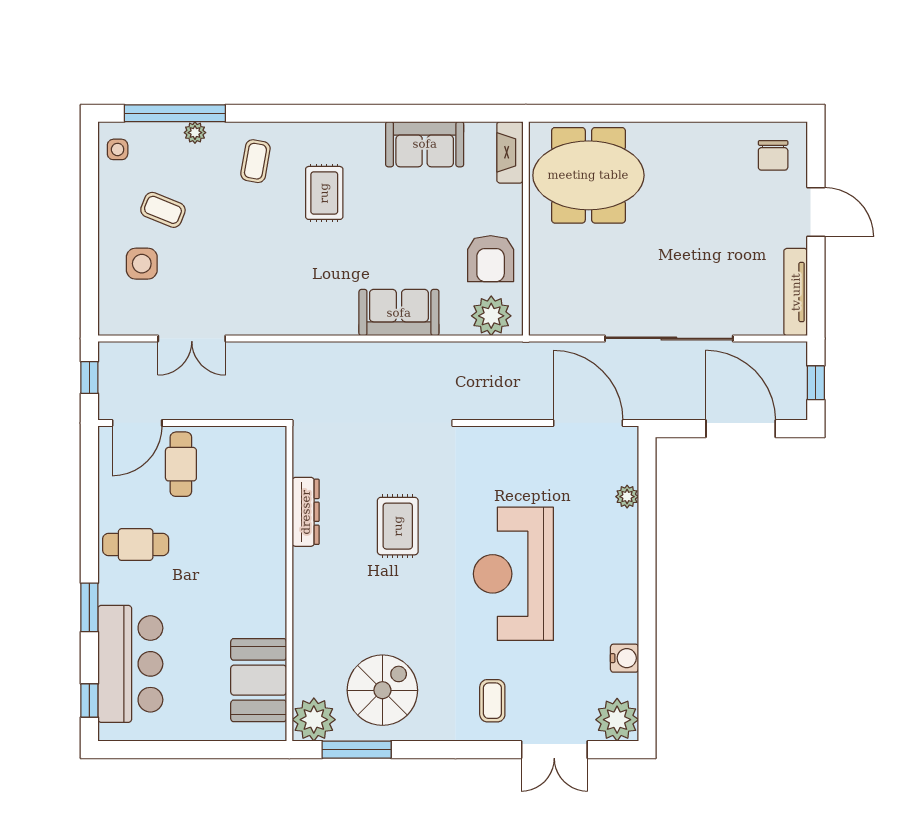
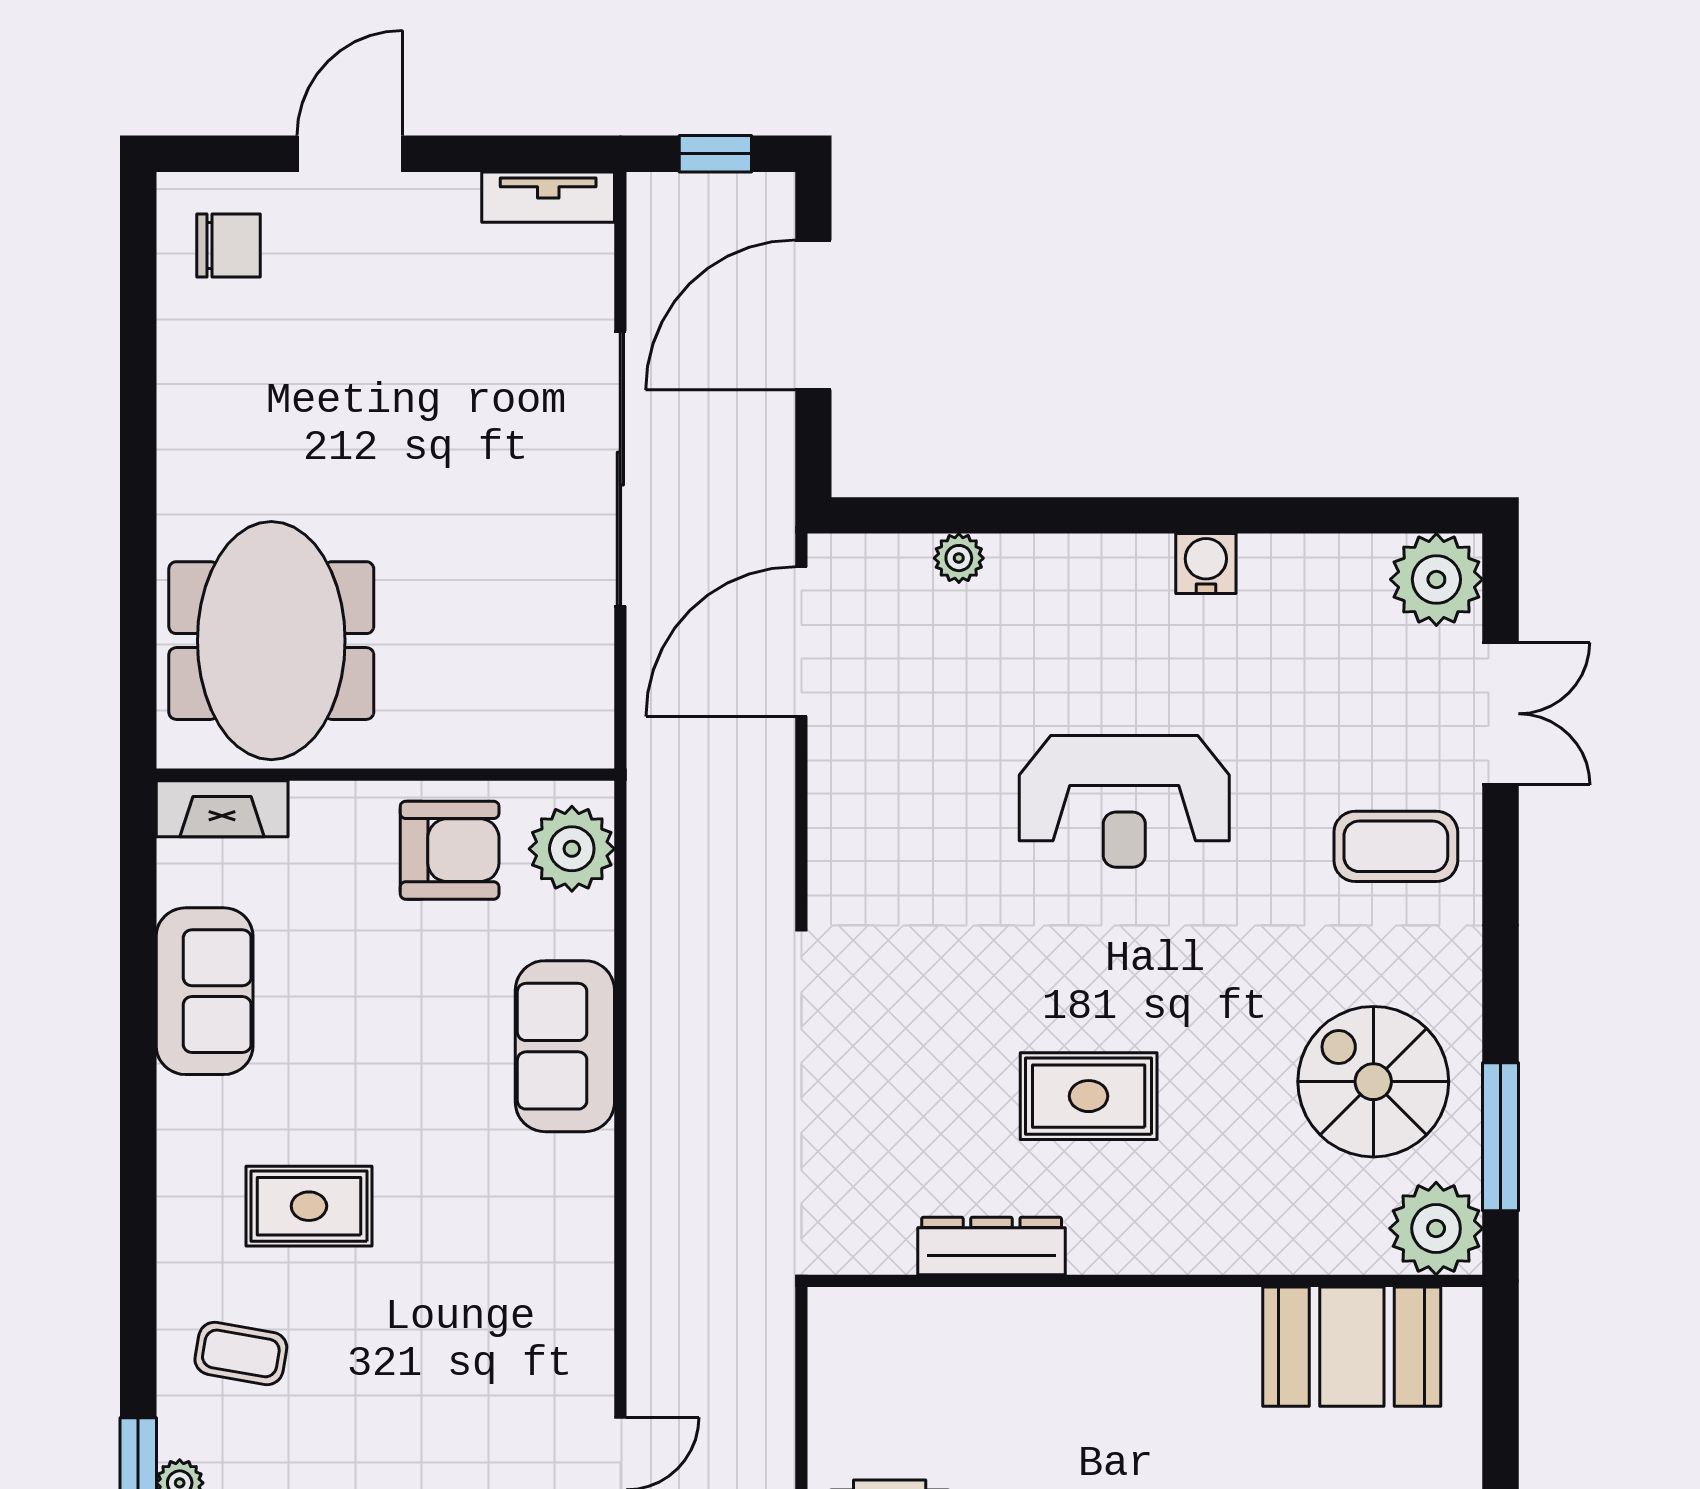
tv unit: (796, 292) -> (548, 197), width x0.71
rug: (398, 526) -> (1089, 1096), moved
reception desk: (513, 574) -> (1124, 801), width x0.74, depth x0.77
water cooler: (624, 658) -> (1206, 564), moved
coffee table: (492, 701) -> (1396, 846), width x1.36, depth x1.30

